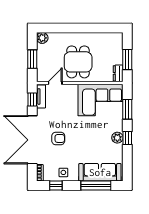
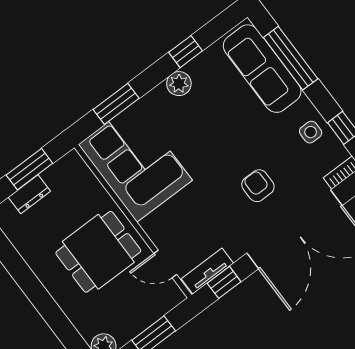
dresser: (118, 73) -> (29, 194), moved
window: (127, 138) -> (186, 52), moved

